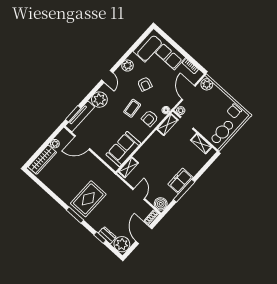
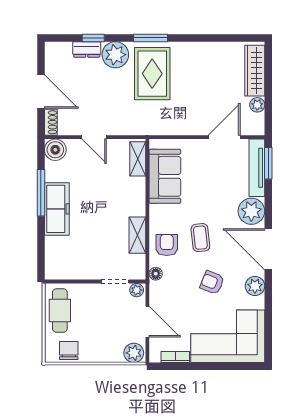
door: (107, 76) -> (268, 249), width x1.87
shelving: (167, 125) -> (137, 235), moved
shelving: (201, 144) -> (73, 272), removed
freezer: (180, 181) -> (57, 209), width x1.40
plant: (122, 244) -> (115, 55), moved

